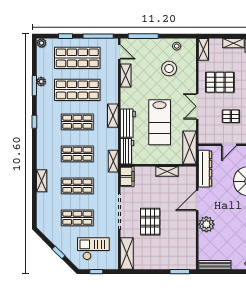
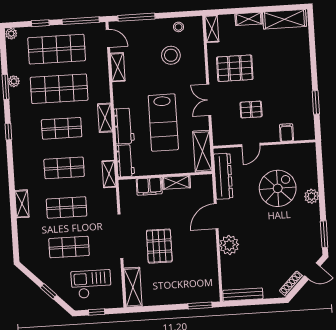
filing cabinet: (127, 176) -> (149, 186), moved, turned 90

